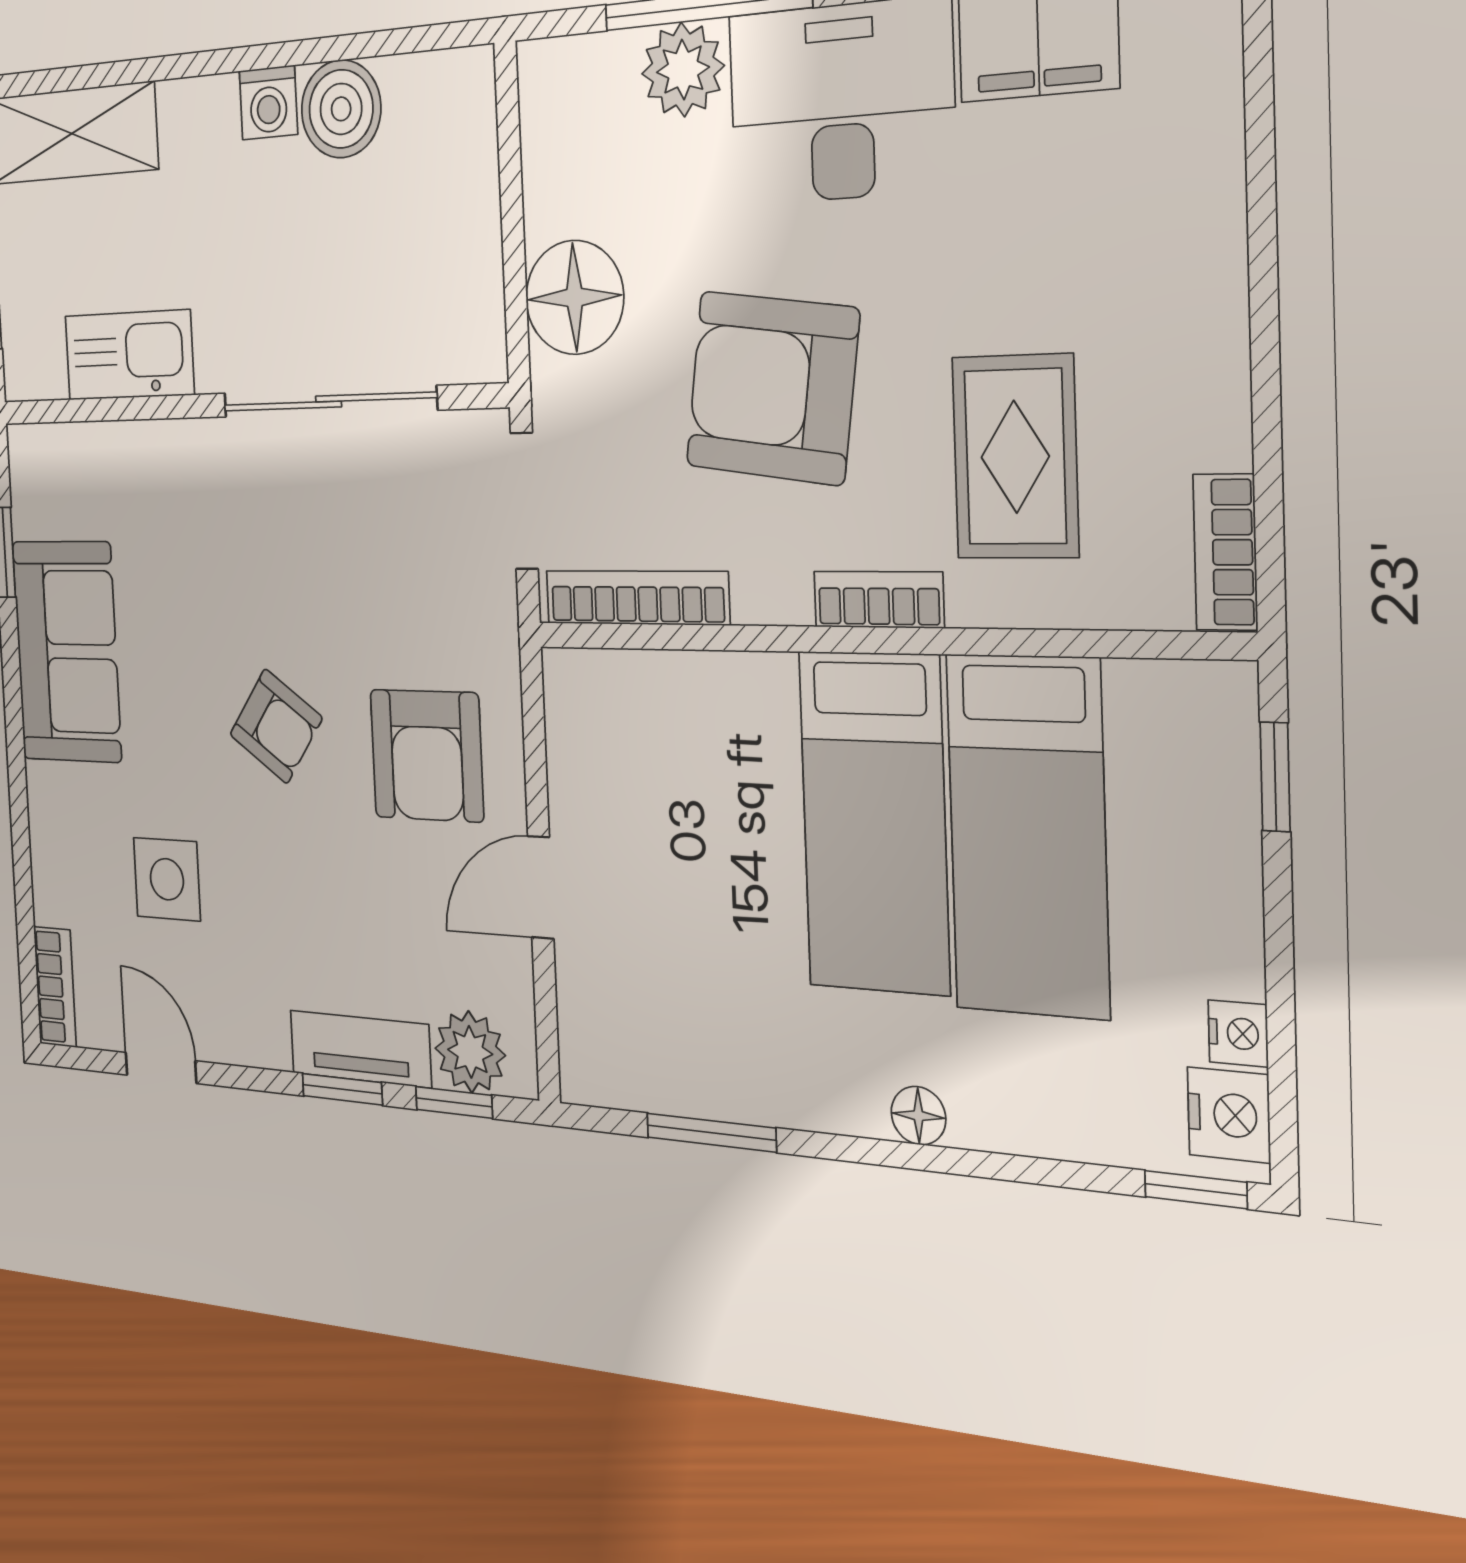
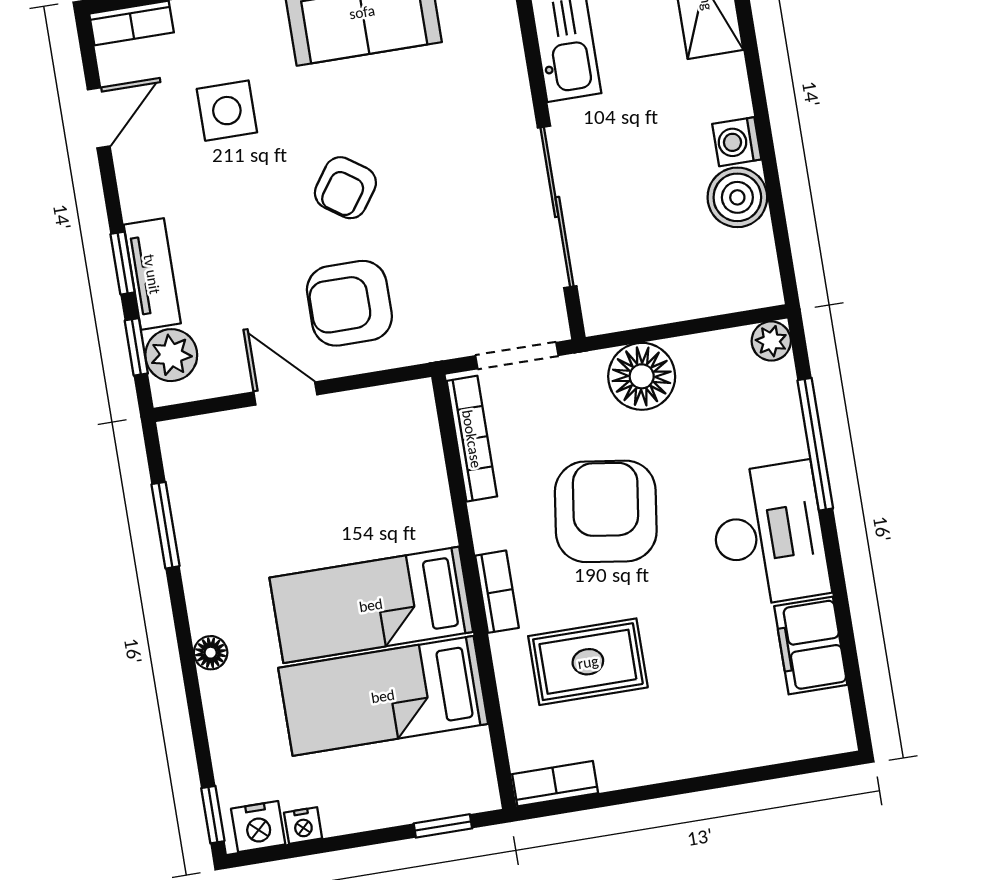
plant: (683, 70) -> (771, 341), moved, width x0.73, depth x0.73

